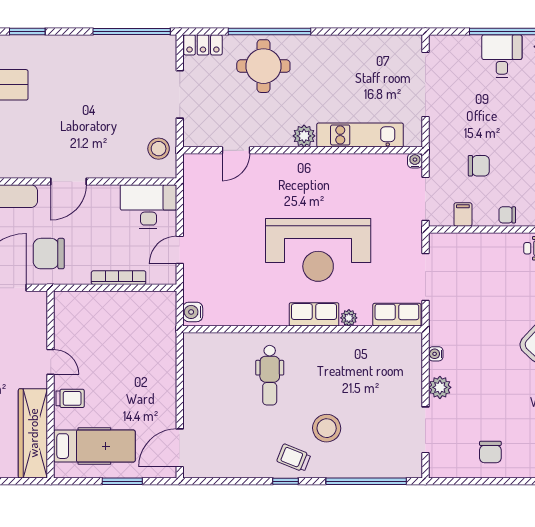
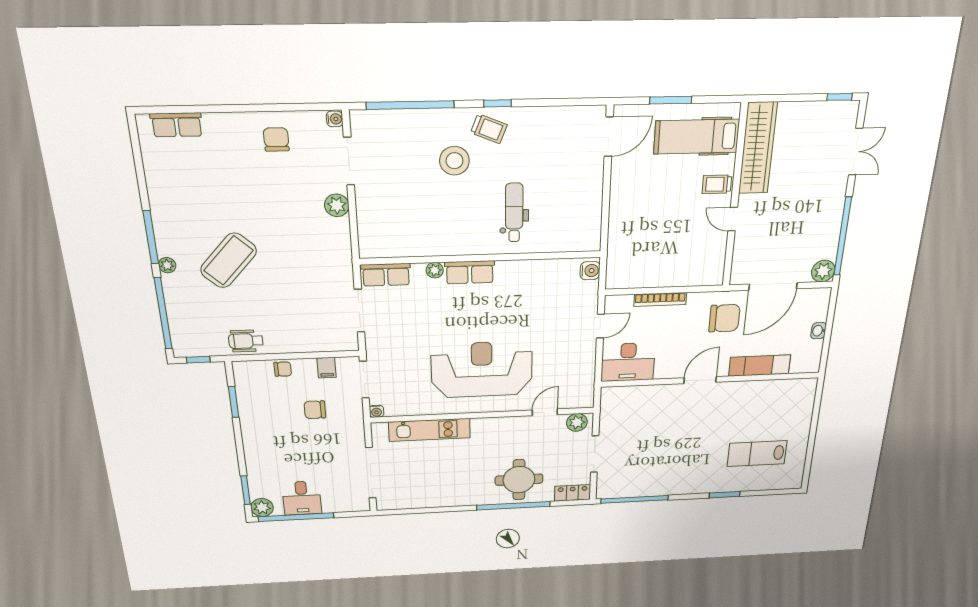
plant: (304, 136) -> (577, 422), moved
stool: (159, 149) -> (616, 410), removed
reception desk: (318, 250) -> (482, 370), moved
water cooler: (436, 354) -> (335, 119), moved

